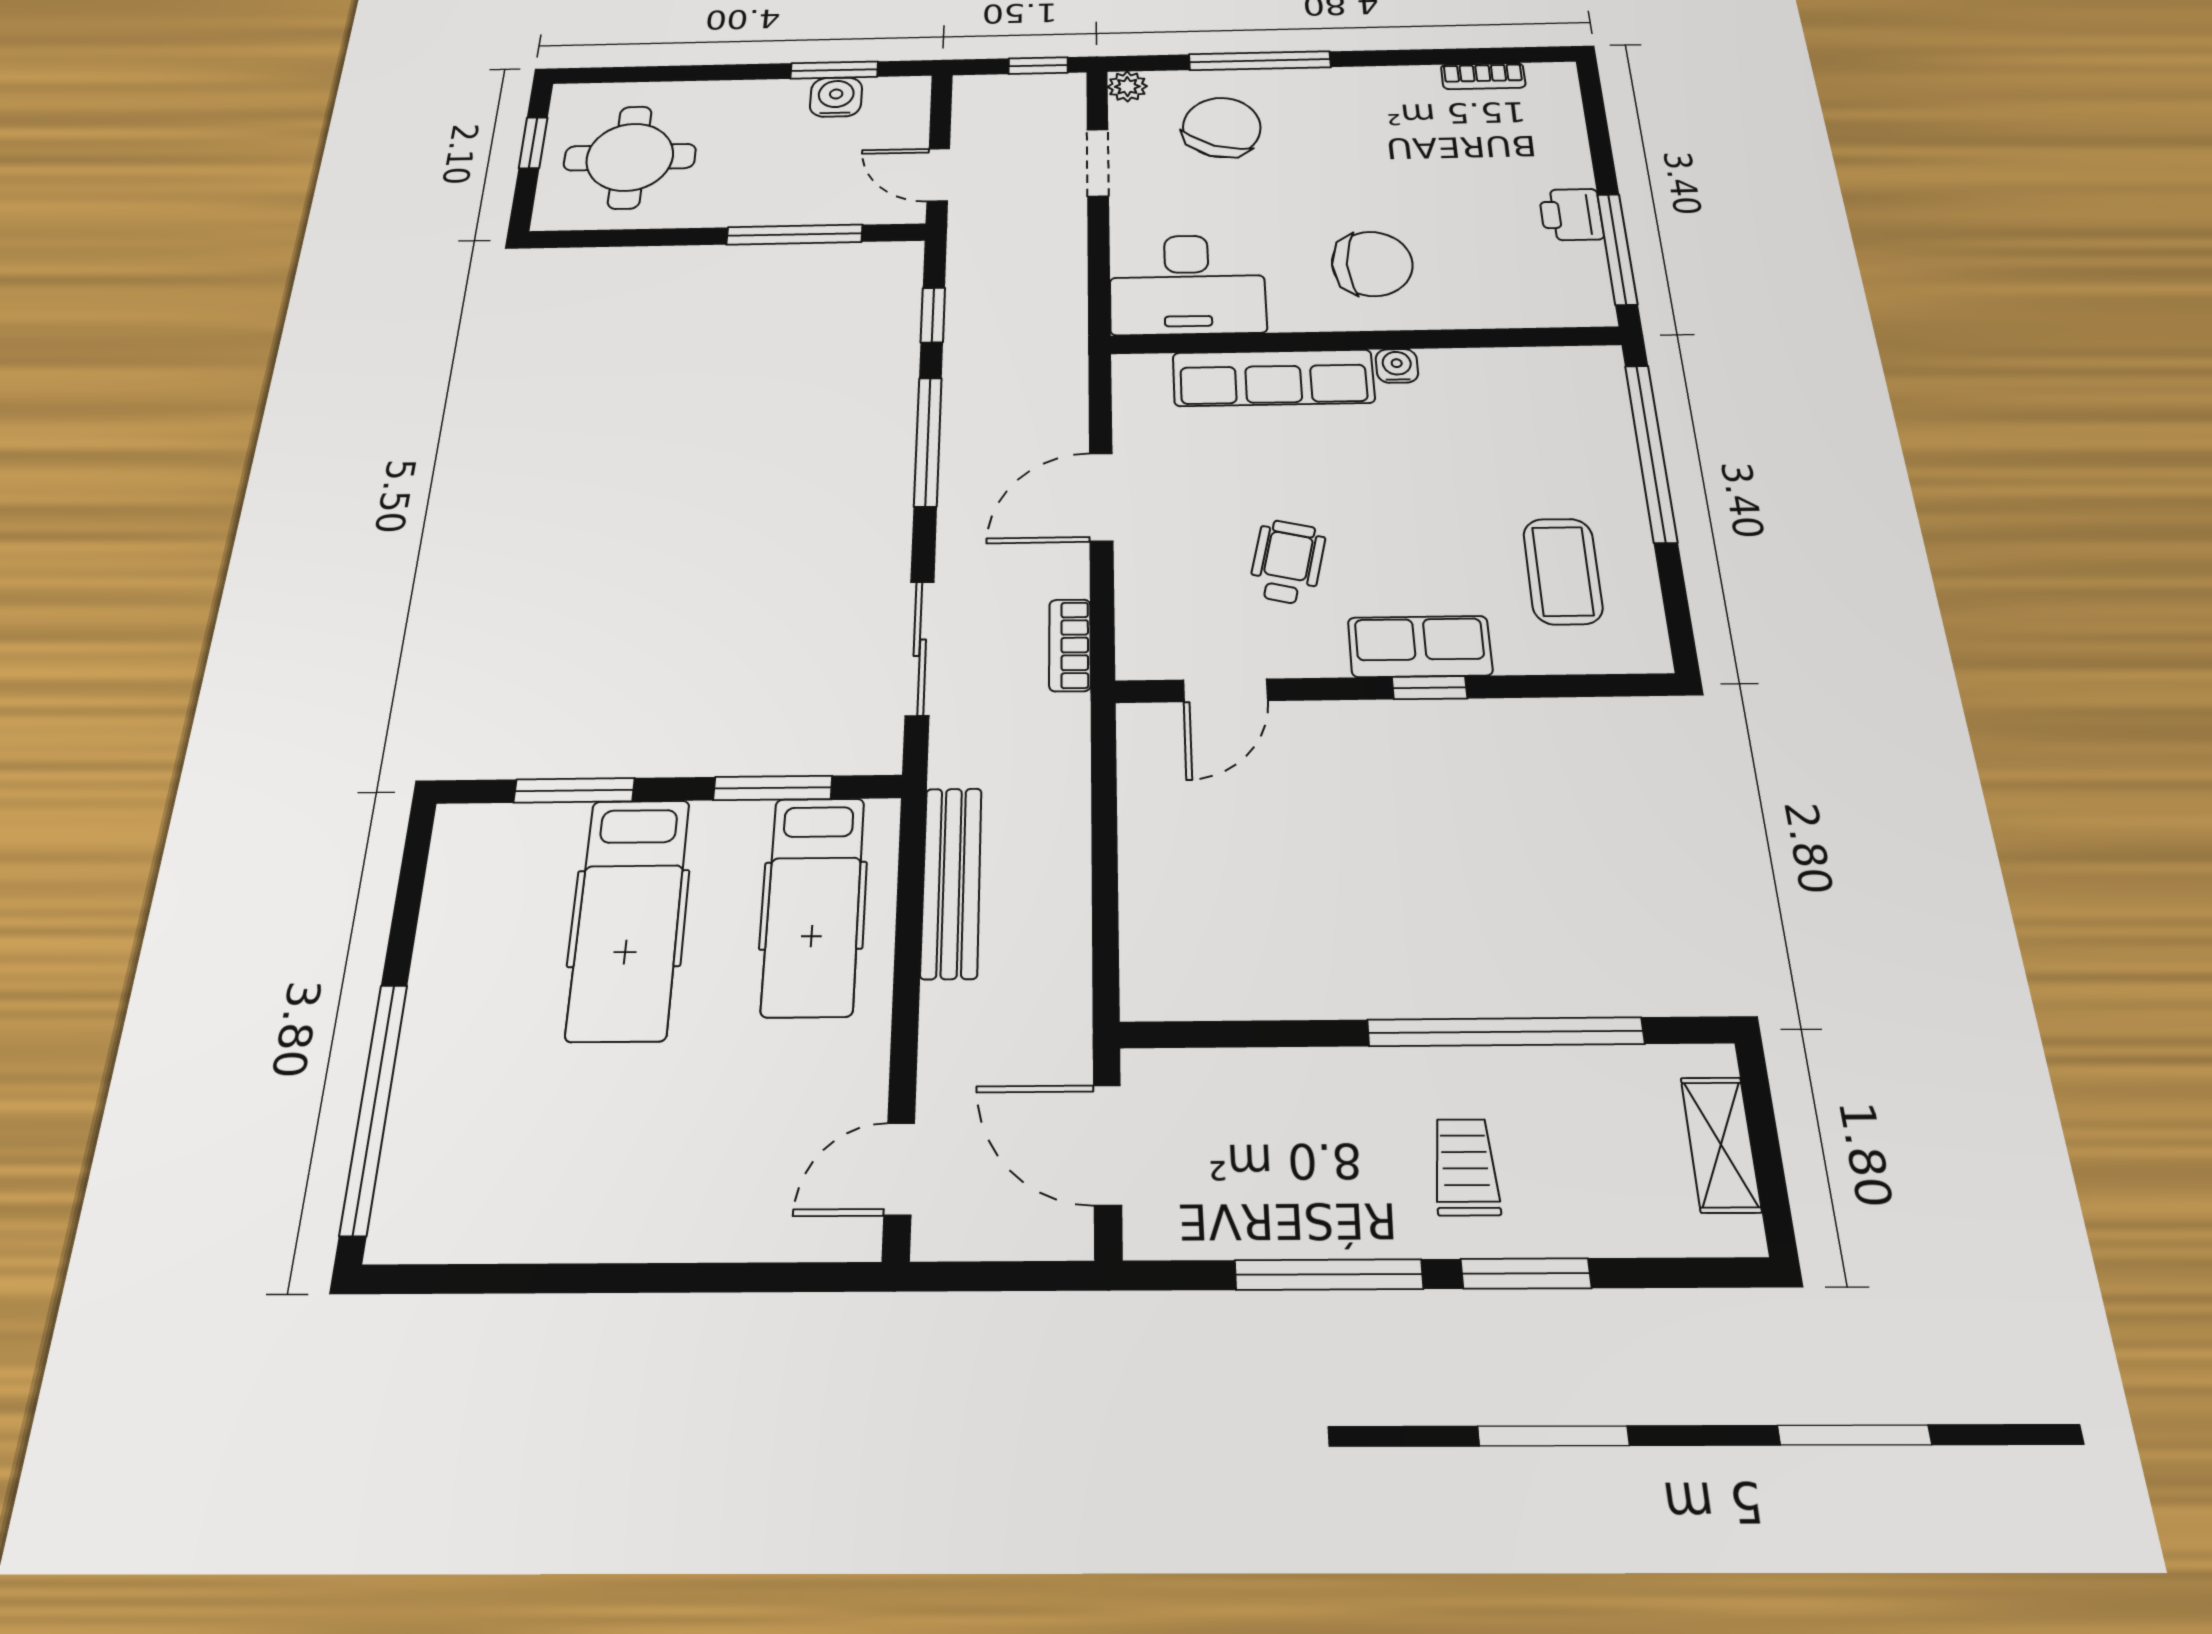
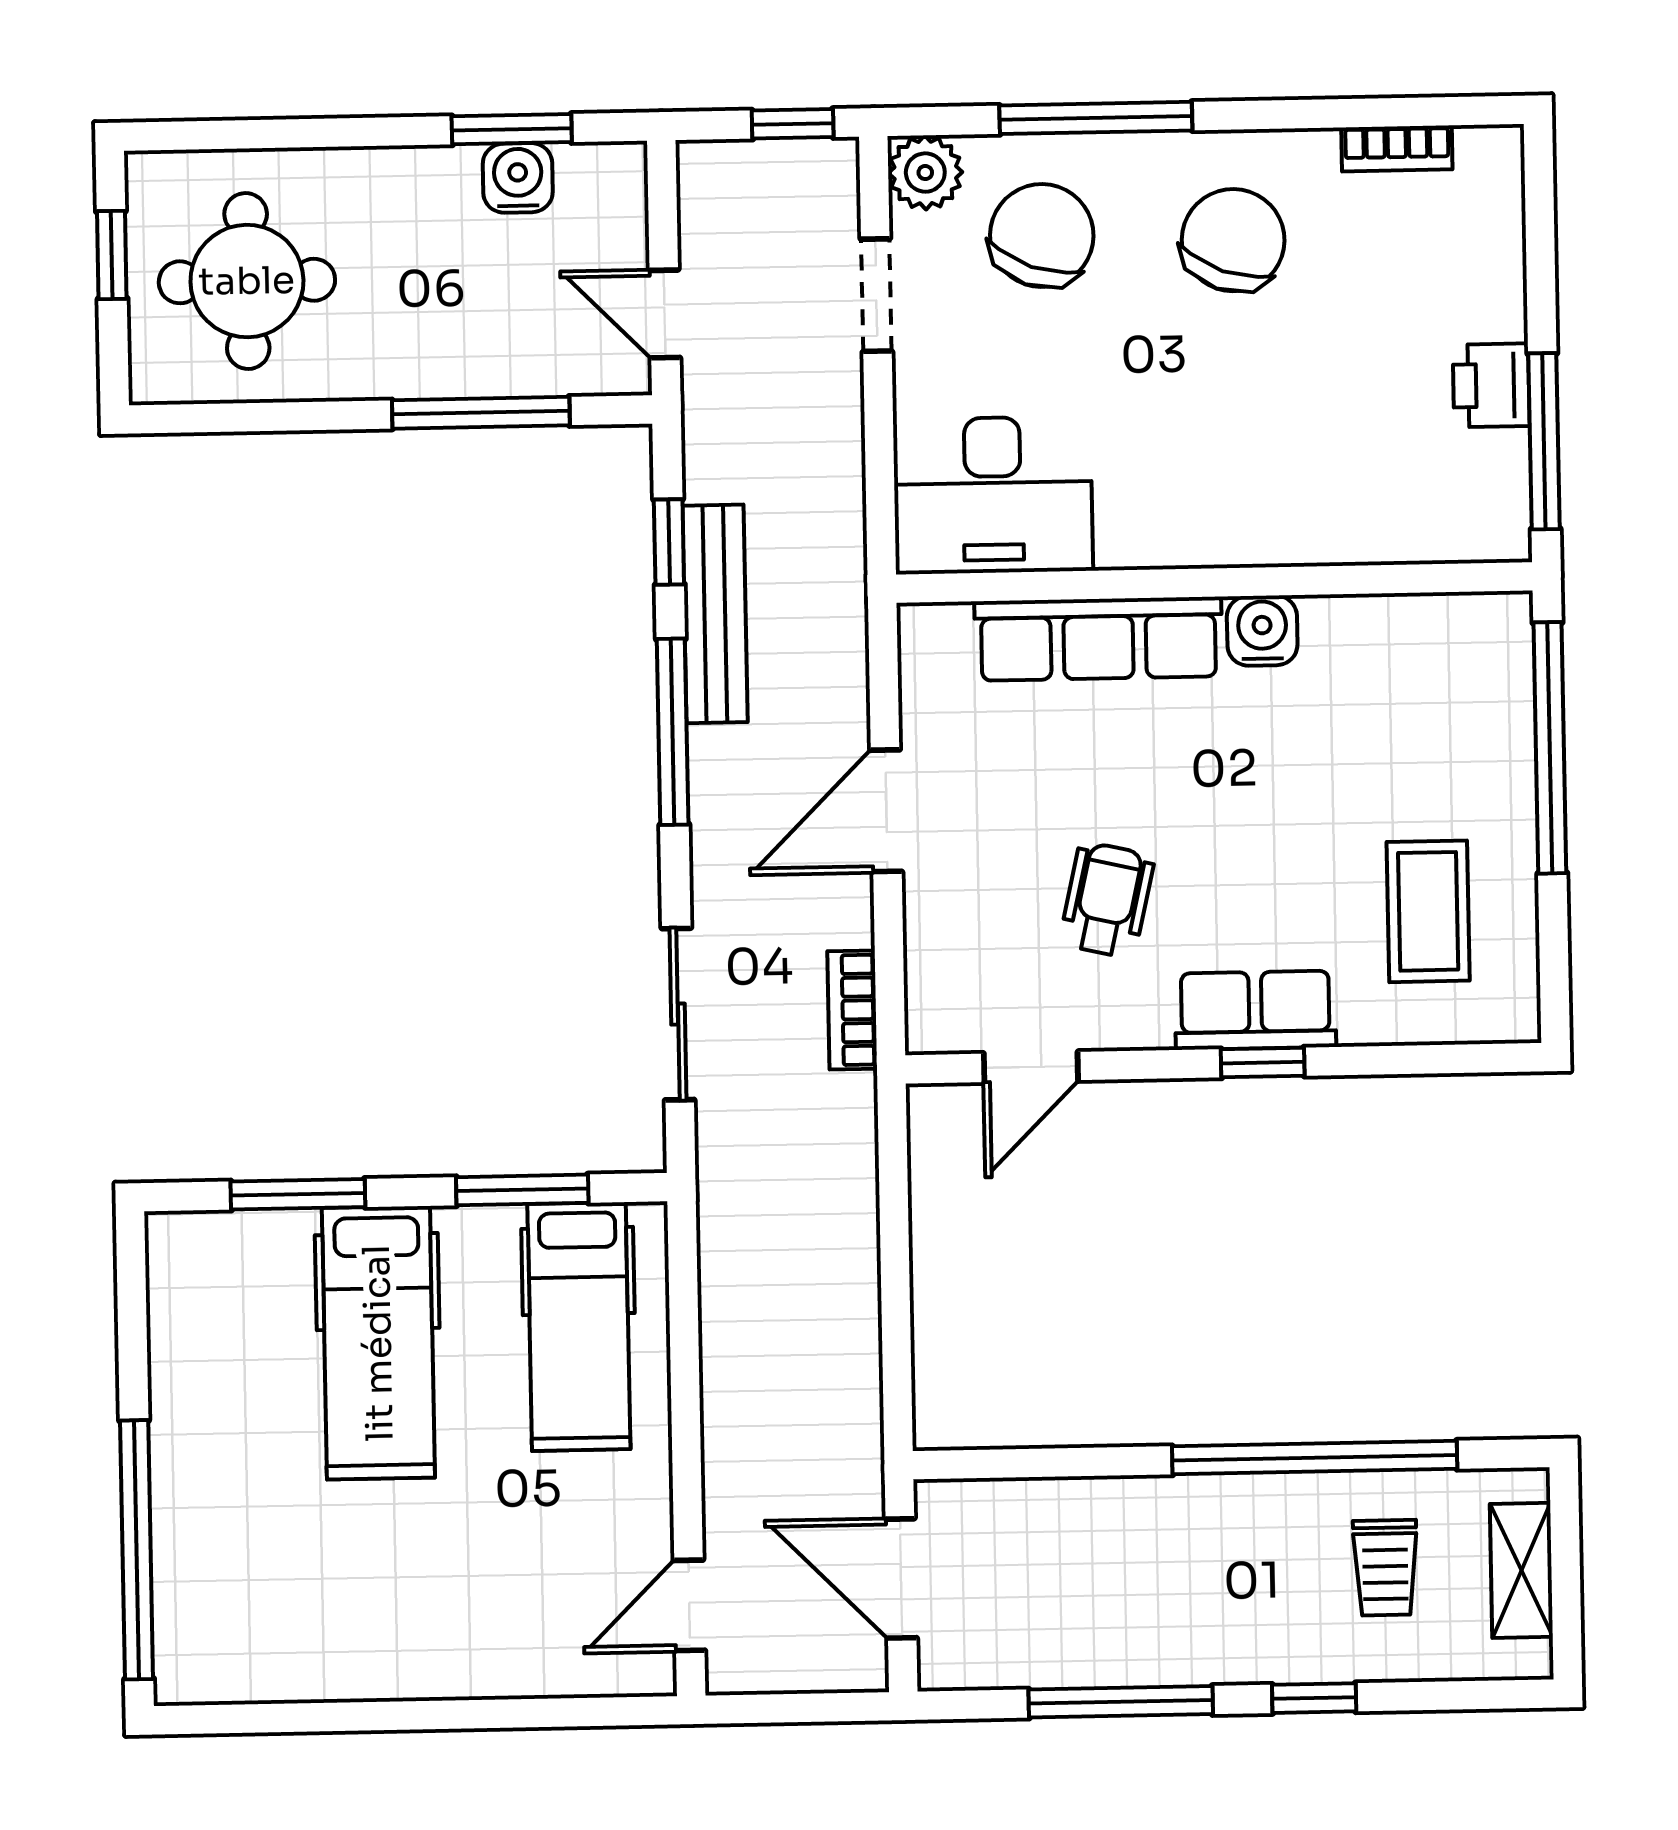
plant: (1127, 87) -> (925, 173), width x1.38, depth x1.38
chair: (1372, 264) -> (1233, 240), moved, turned -70
water cooler: (1397, 366) -> (1262, 631), width x1.38, depth x1.38
bench: (951, 882) -> (715, 614), moved
trolley: (1465, 1167) -> (1385, 1568), moved, turned 180
window: (1526, 1274) -> (1314, 1698), width x0.67

